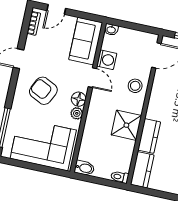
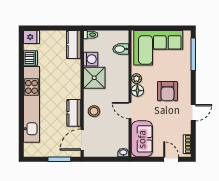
door: (56, 9) -> (171, 159), hinge flipped
washing machine: (107, 60) -> (91, 59), moved, turned 180
armchair: (43, 91) -> (167, 91), turned 64
kitchen counter: (149, 136) -> (74, 113), moved
bidet: (84, 168) -> (121, 49), moved

